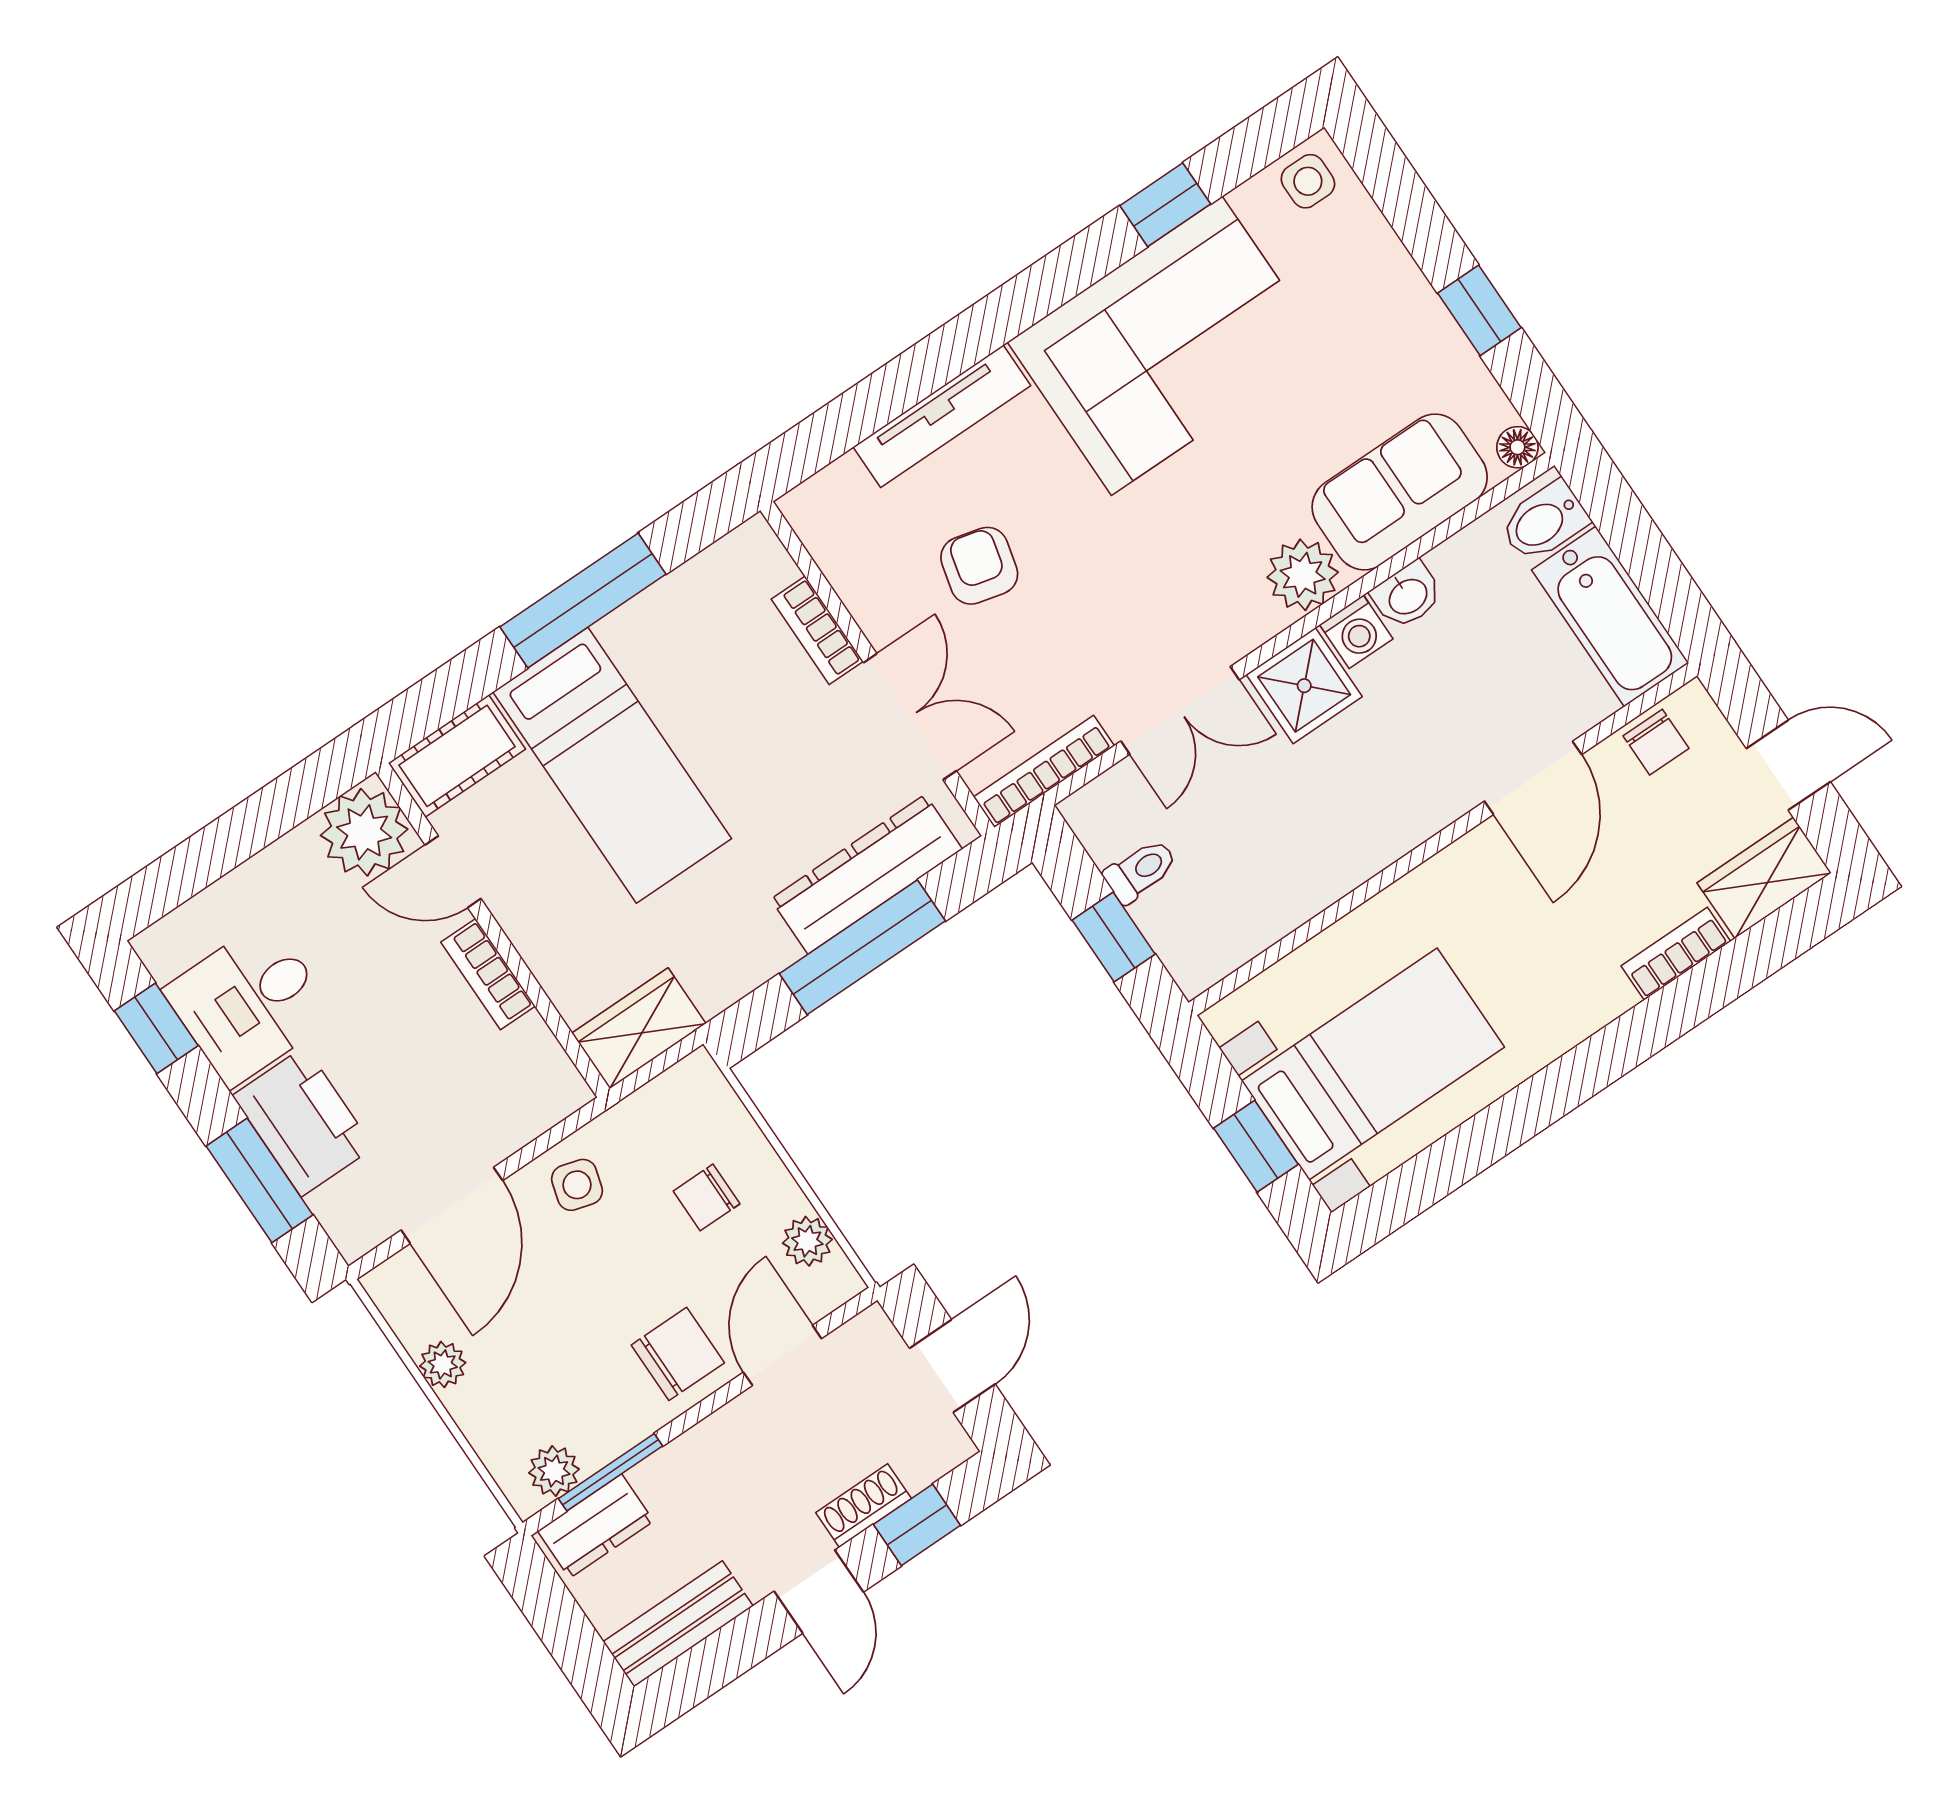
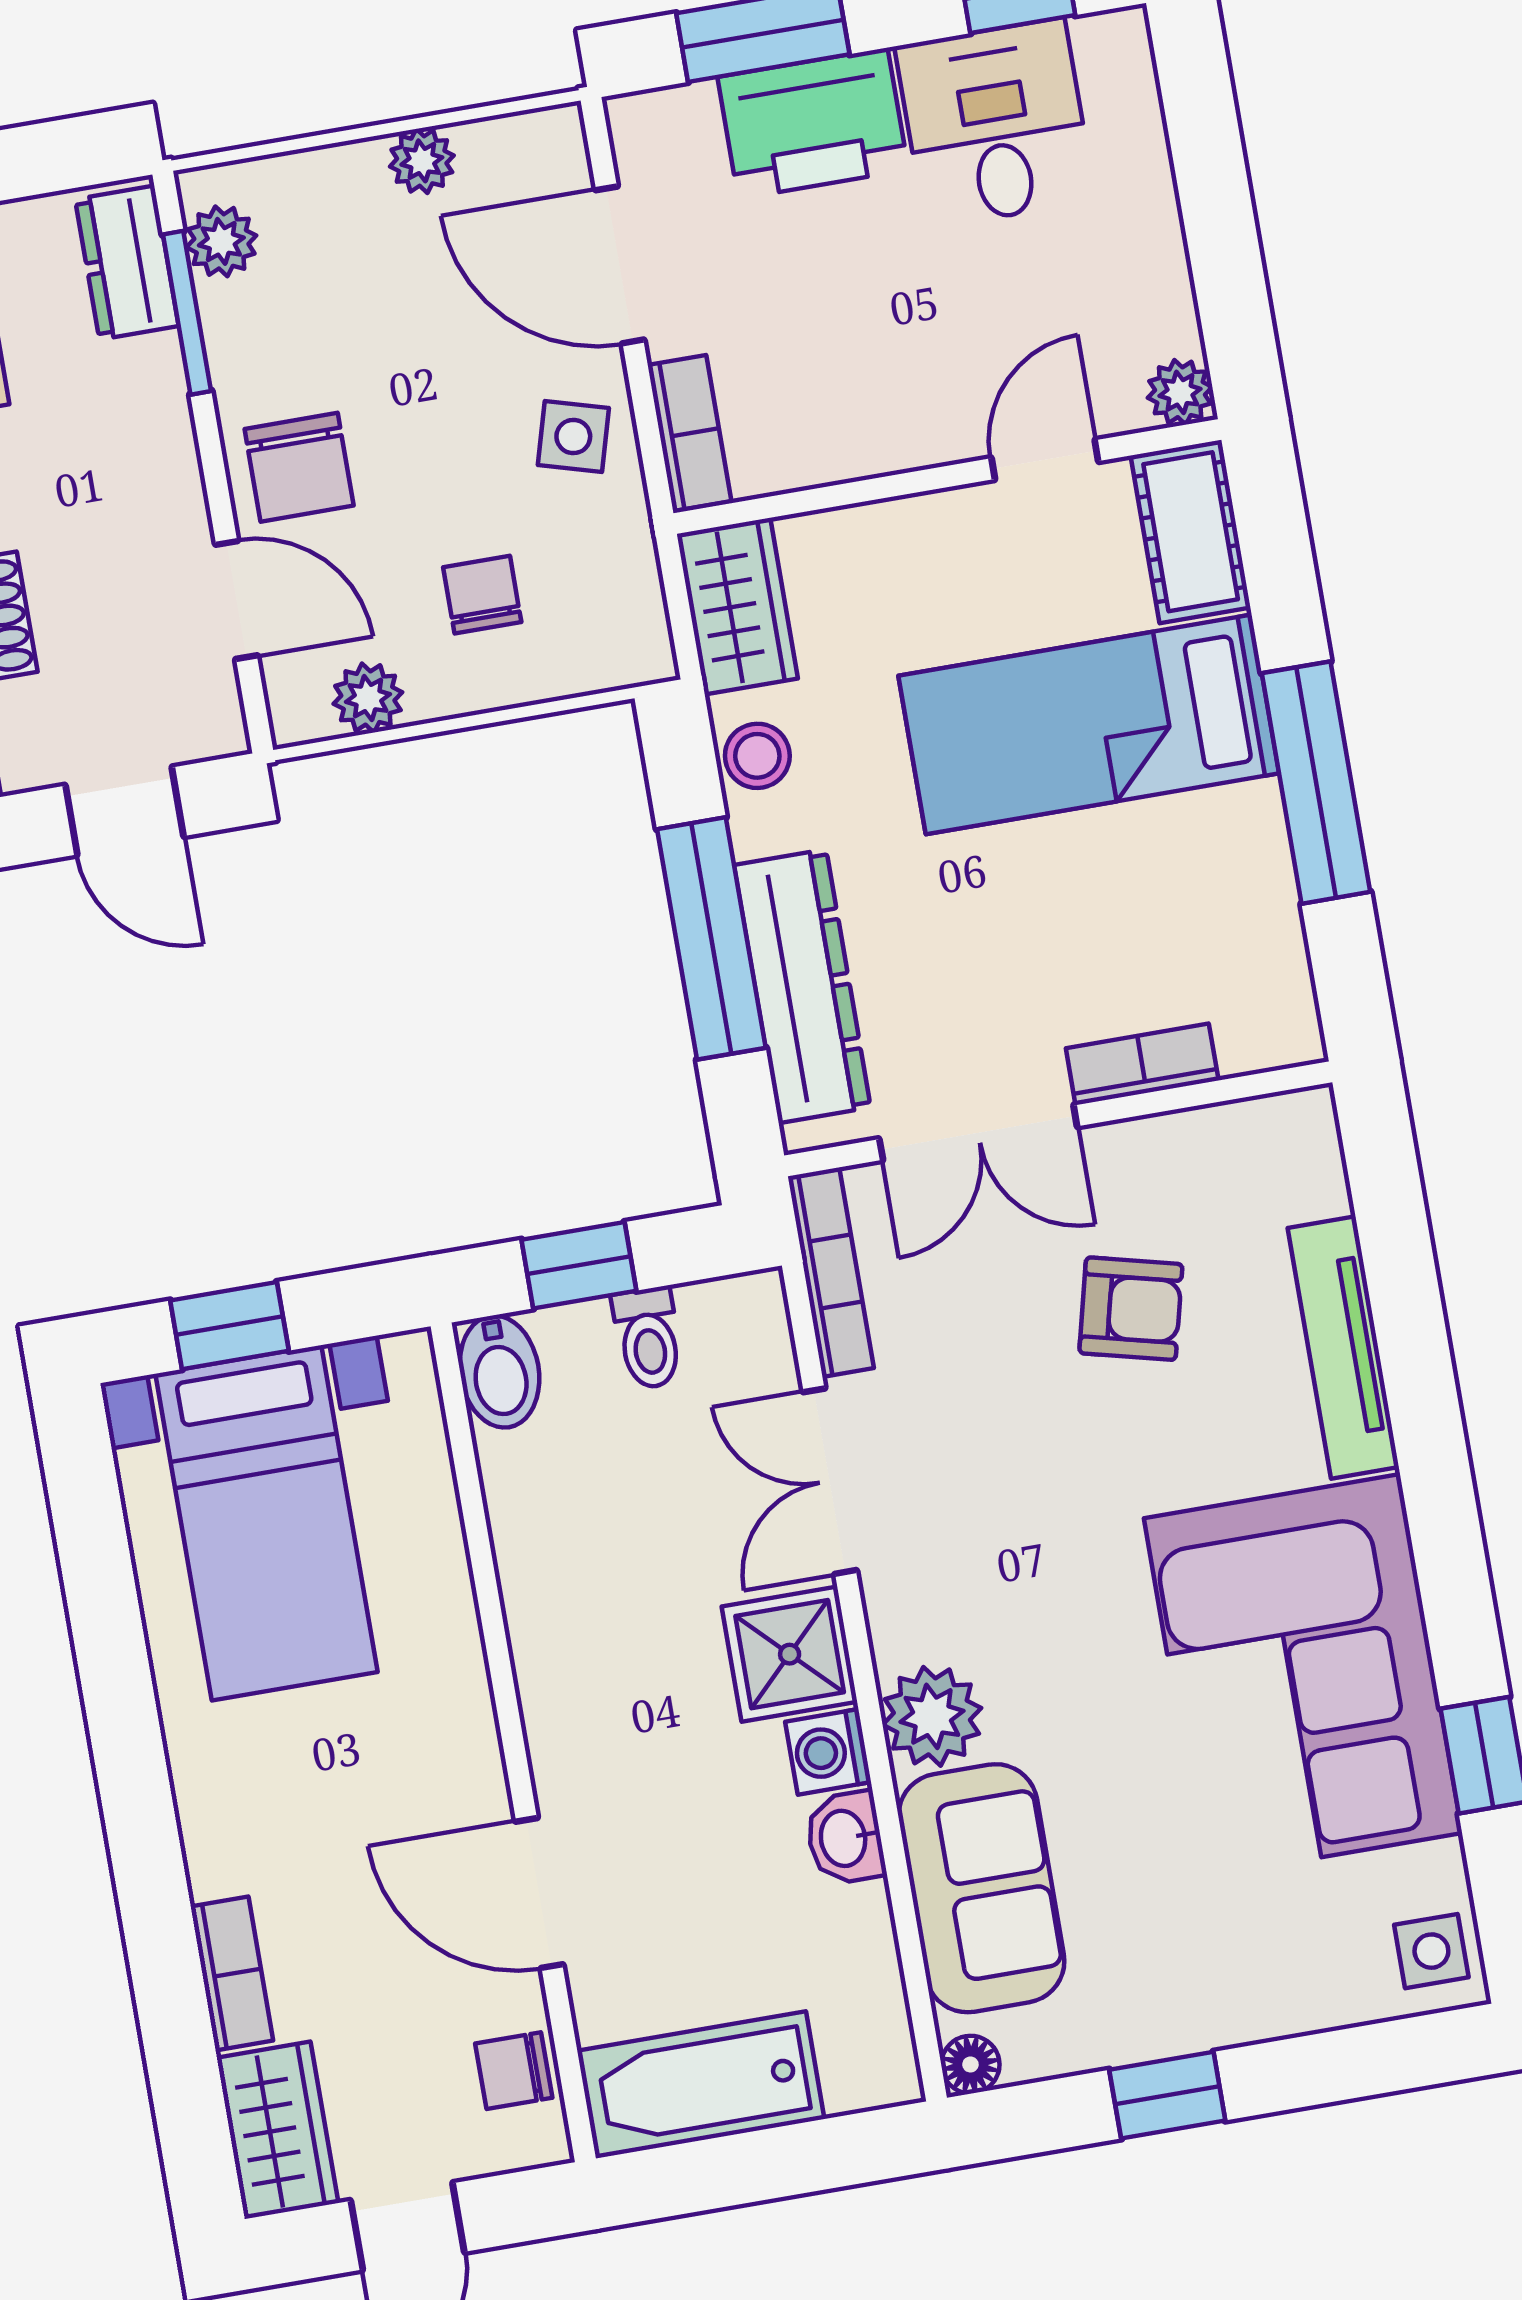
bidet: (1544, 522) -> (499, 1372), moved, turned 180
plant: (364, 832) -> (1180, 392), width x0.53, depth x0.53
stool: (730, 971) -> (757, 756), added
bookcase: (488, 974) -> (690, 433), moved, turned 90

